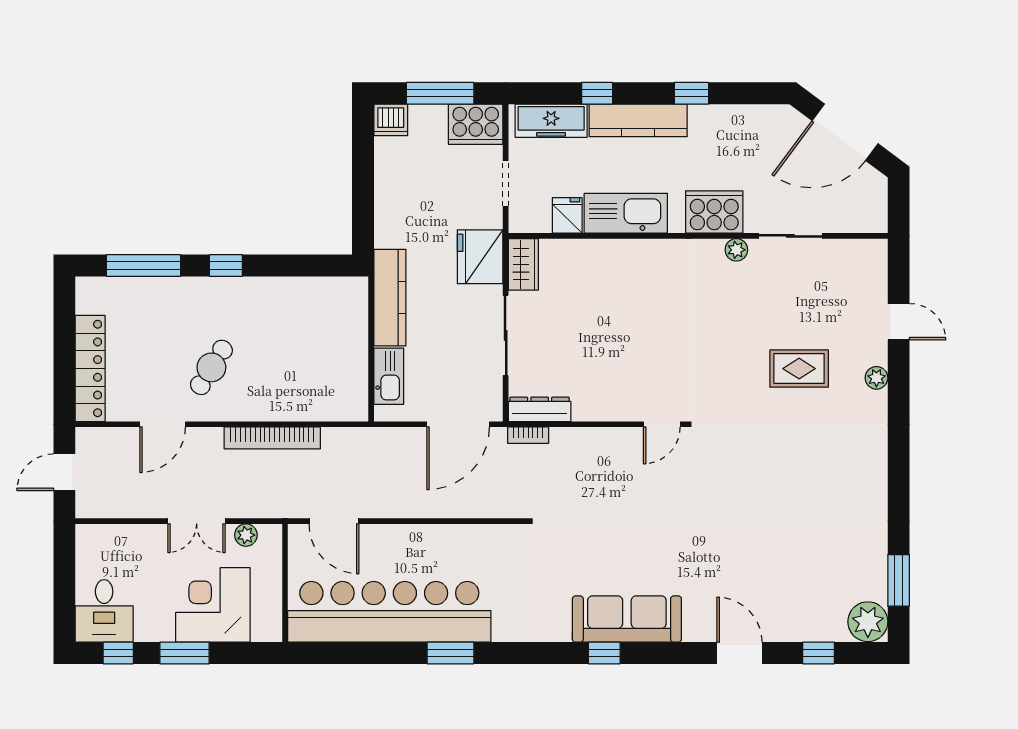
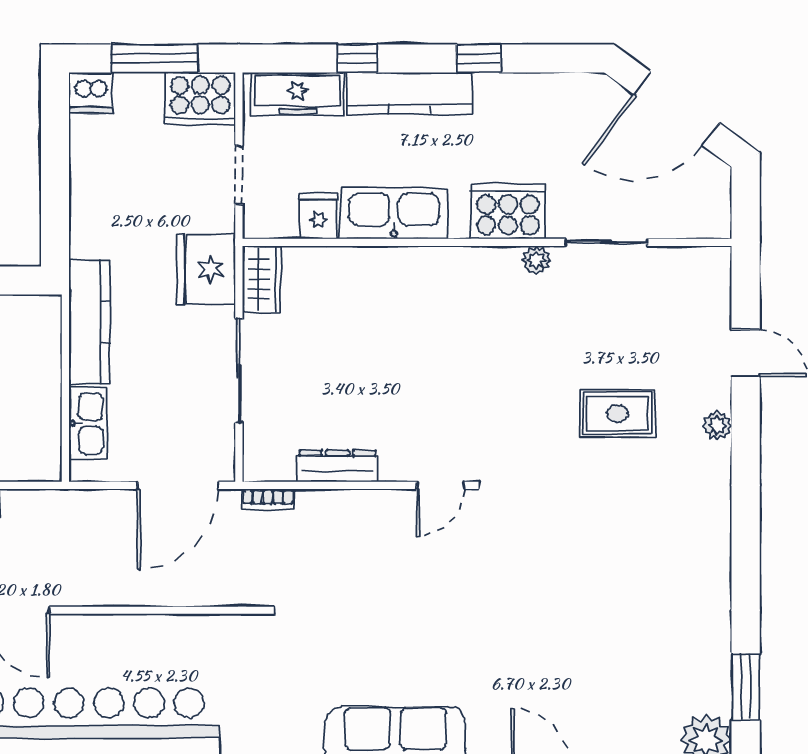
dresser: (540, 409) -> (338, 466), moved

